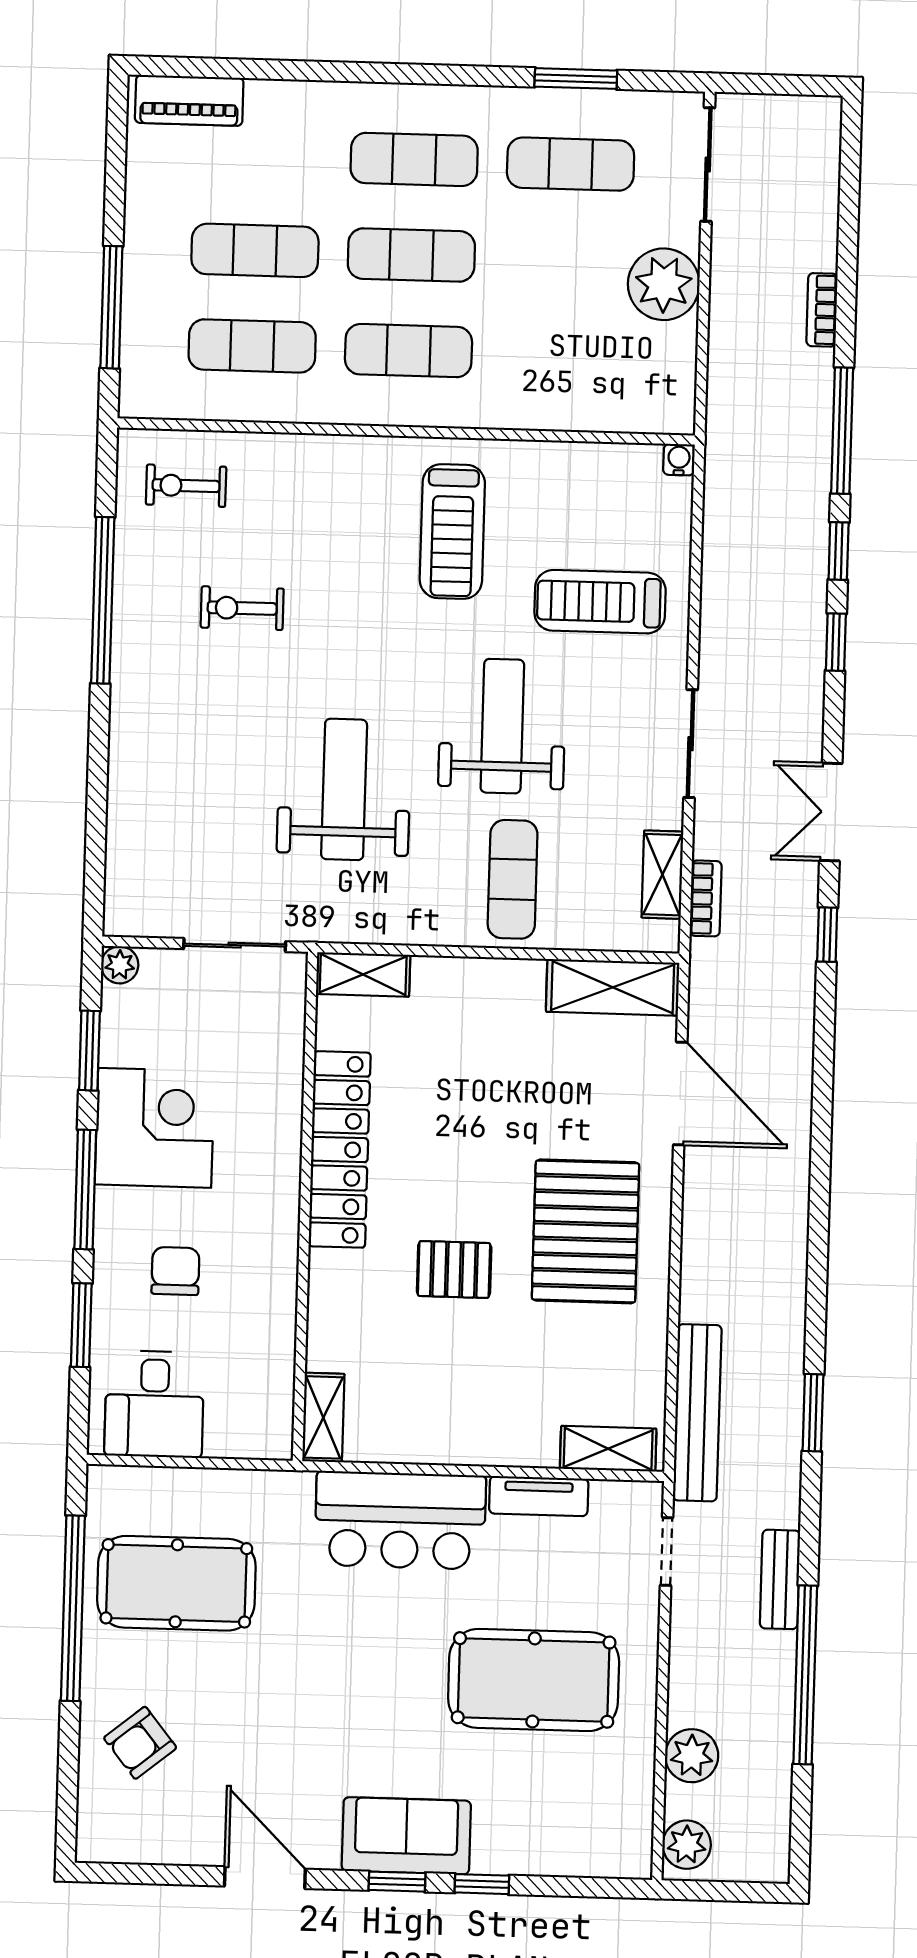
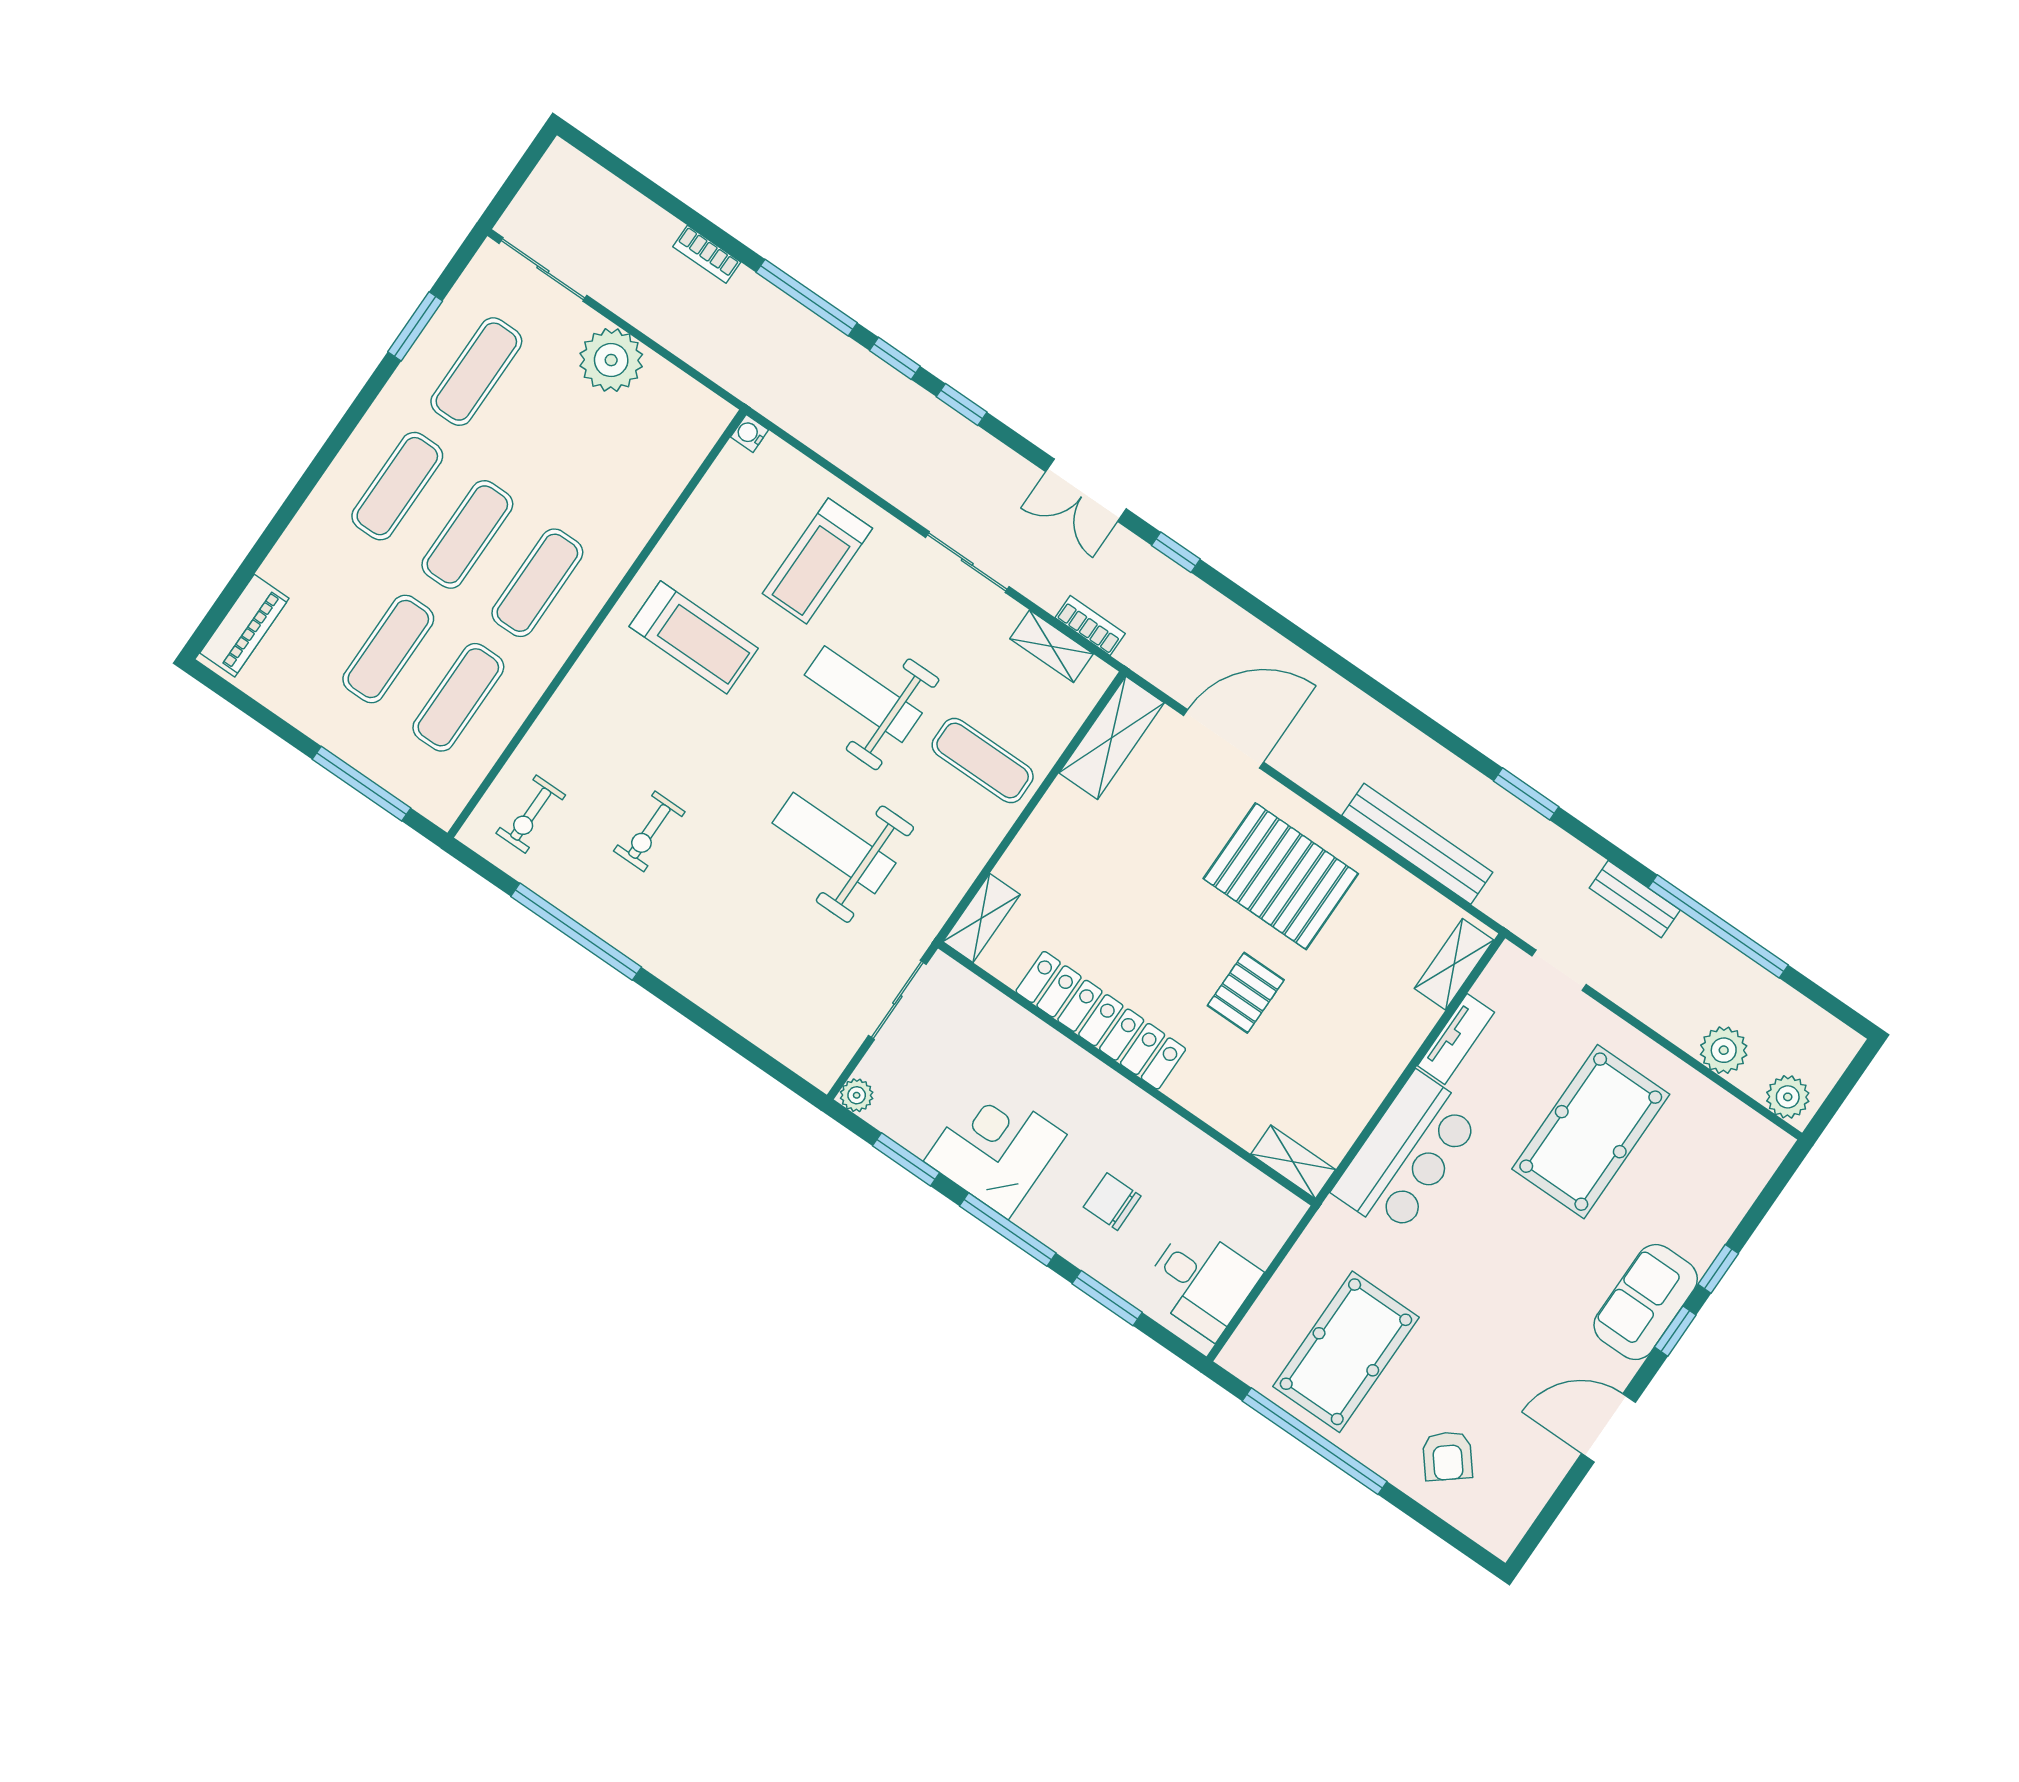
bench: (697, 1413) -> (1417, 844), moved

